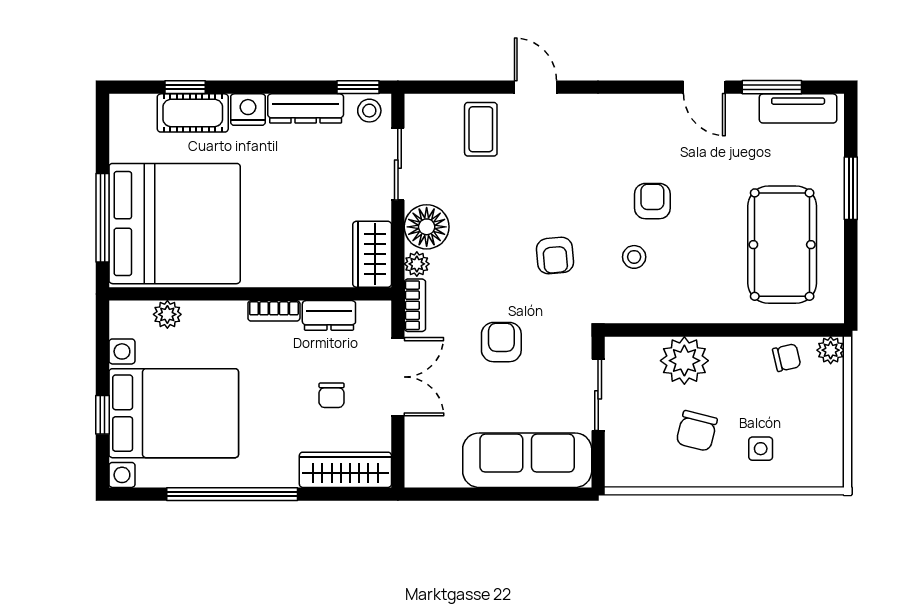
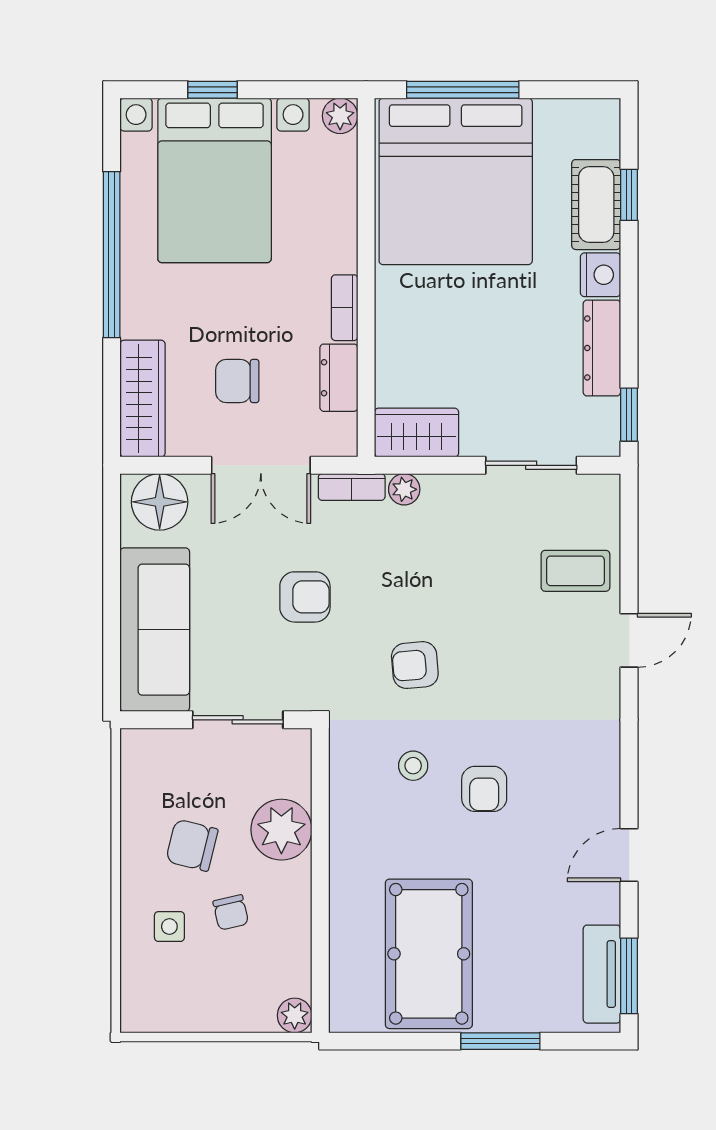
window: (772, 87) -> (629, 976), moved
stool: (369, 111) -> (599, 429), removed
armchair: (652, 201) -> (484, 789), turned 90
floor lamp: (427, 227) -> (160, 502), moved
pool table: (782, 245) -> (429, 954), turned 90
plant: (167, 314) -> (340, 116), moved
chair: (787, 358) -> (231, 912), moved
chair: (332, 395) -> (237, 381), width x1.37, depth x1.37

